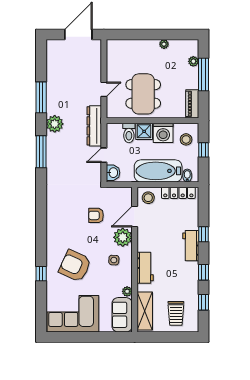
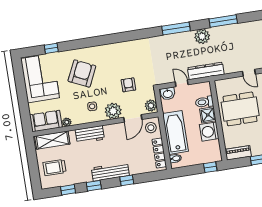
door: (104, 89) -> (249, 73), moved
stool: (186, 139) -> (207, 152), removed
window: (203, 150) -> (210, 167), moved
plant: (123, 194) -> (151, 106), added
door: (135, 217) -> (133, 118), swing flipped
workbench: (191, 246) -> (110, 172), width x1.38
window: (41, 274) -> (51, 48), moved

